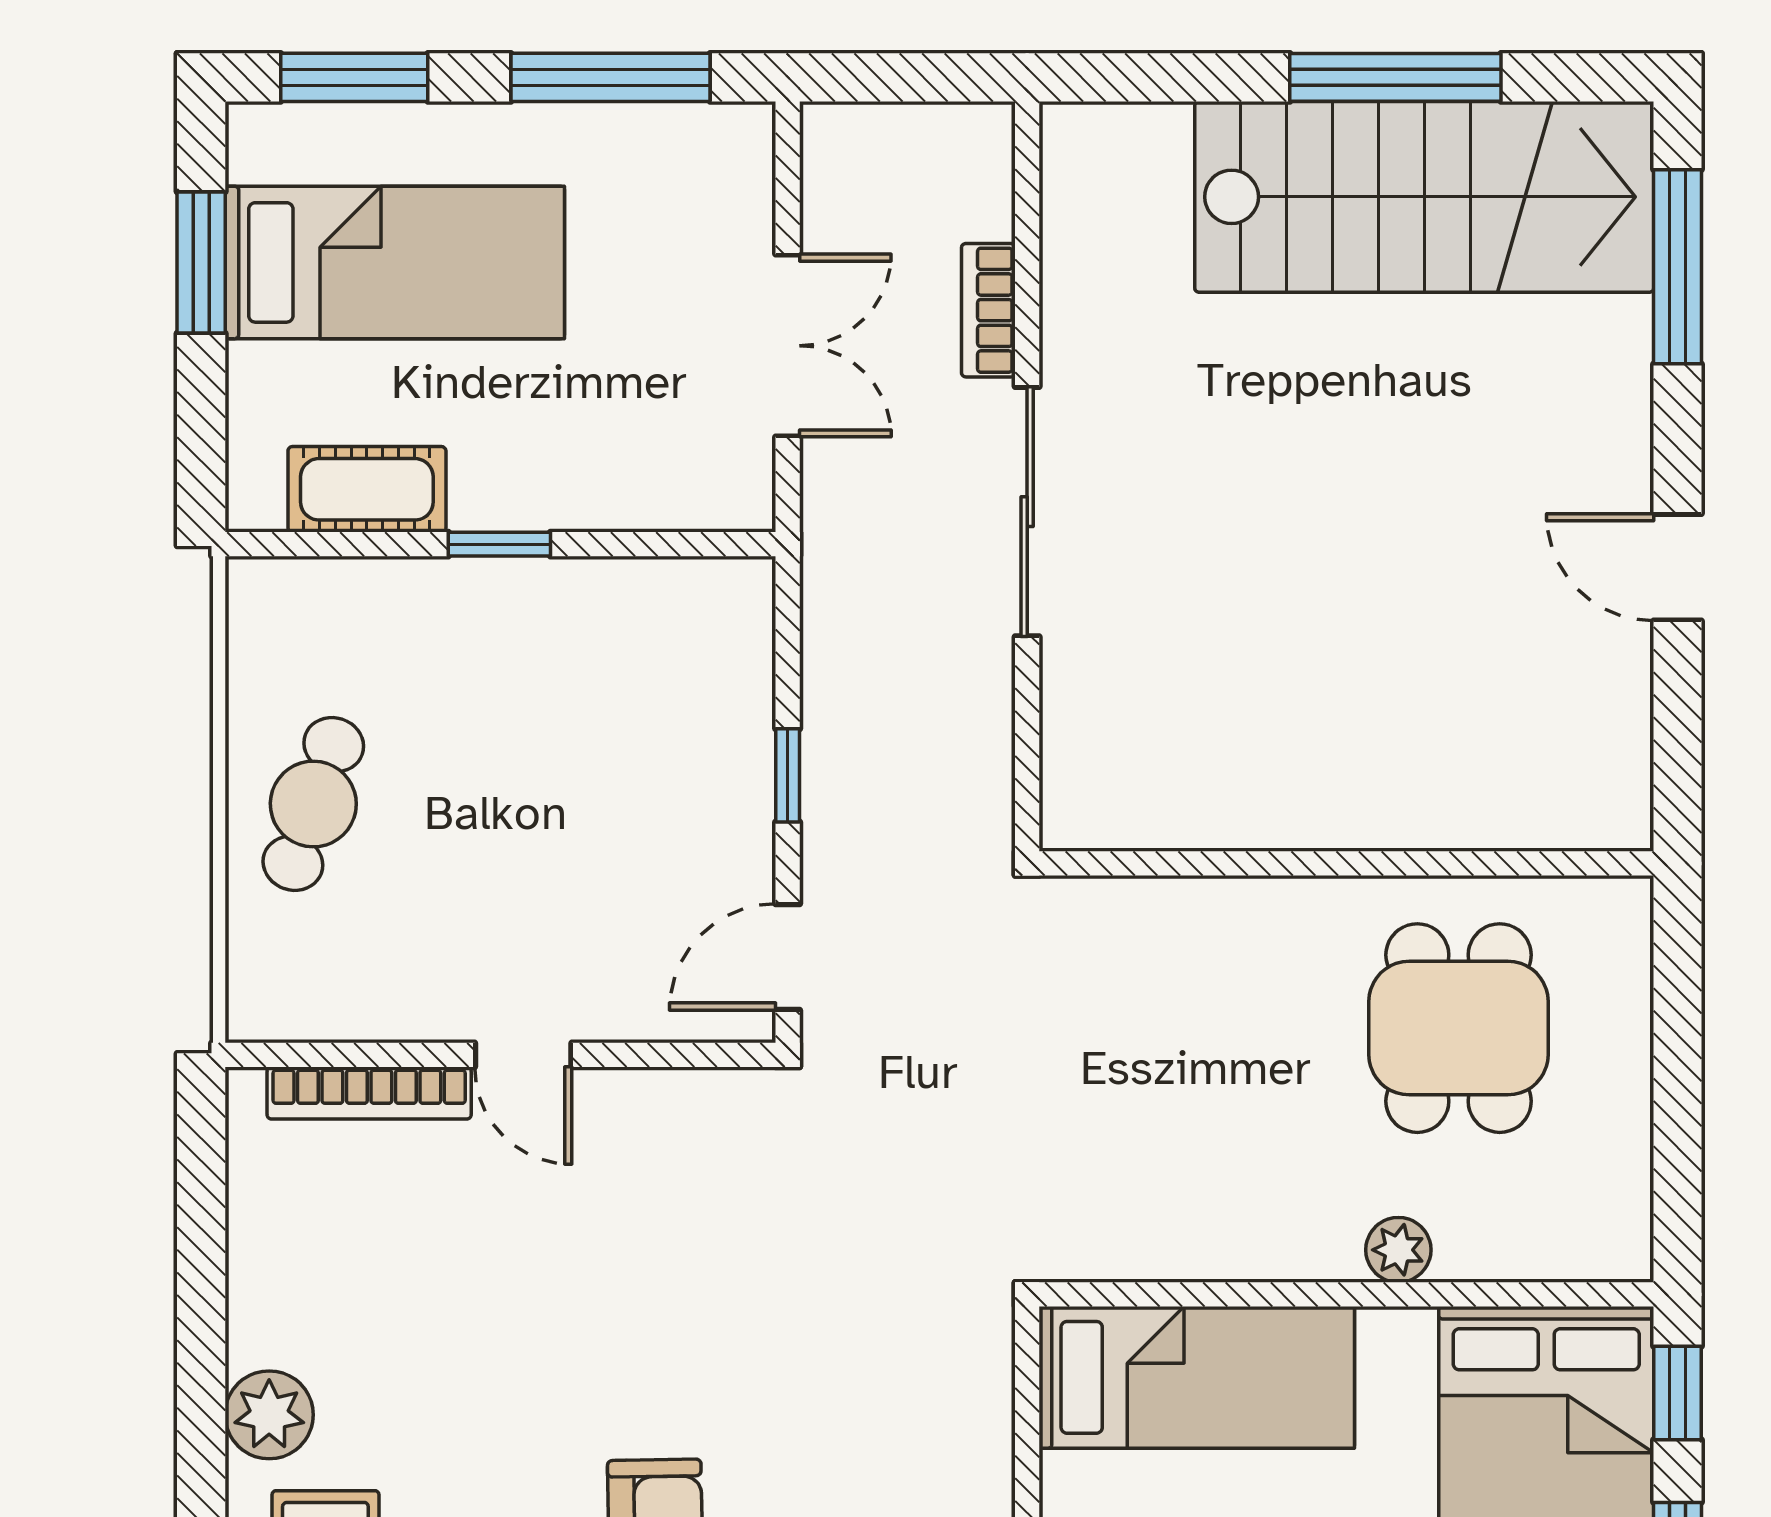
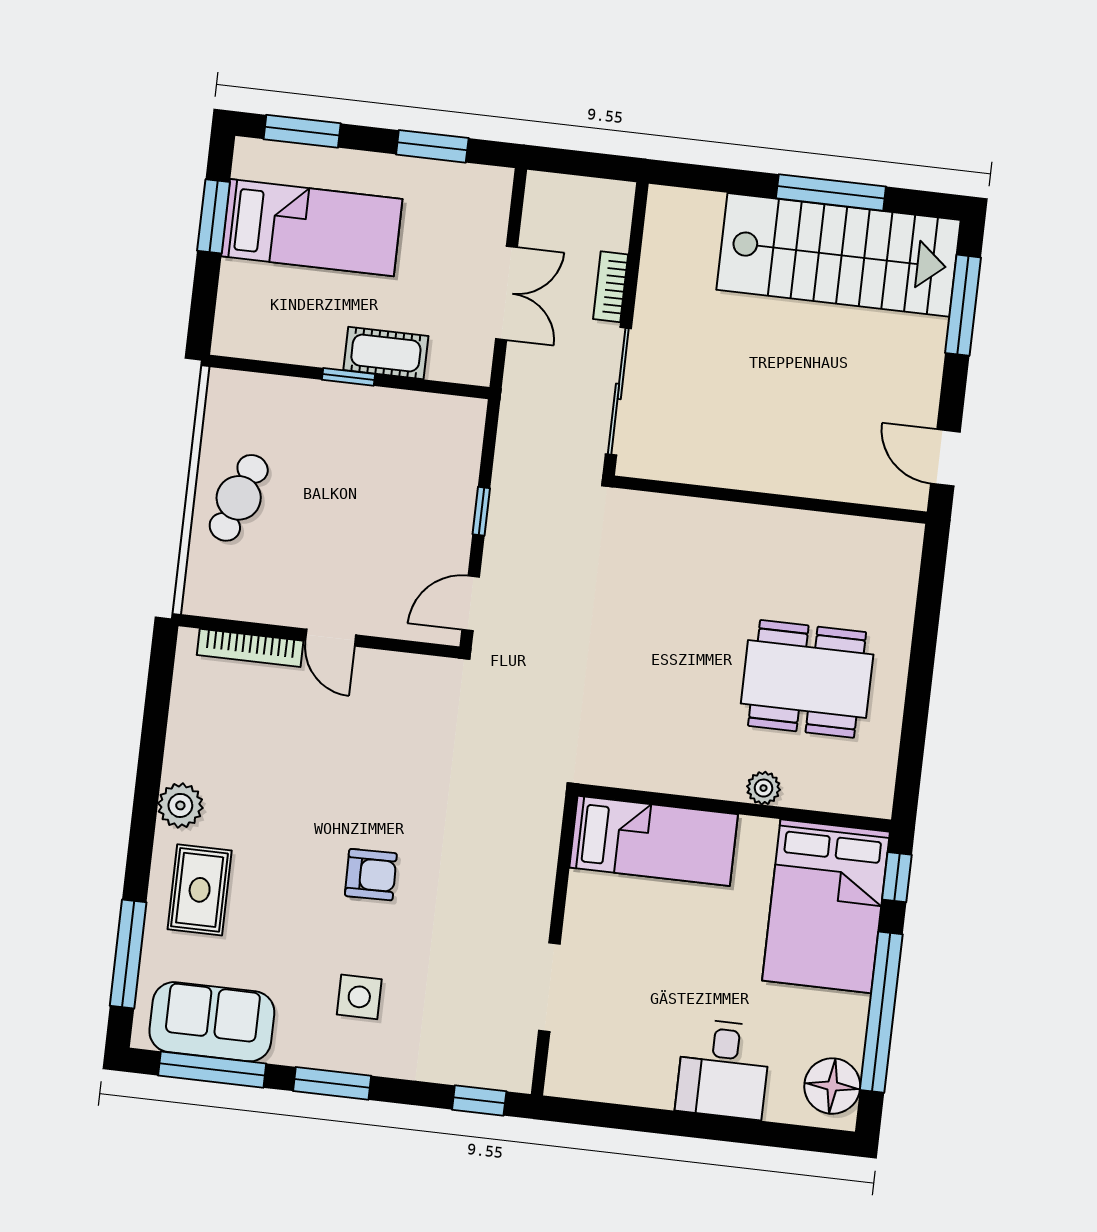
window: (611, 77) -> (432, 146), width x0.69
cot: (367, 489) -> (386, 353), moved
wall: (1346, 863) -> (770, 500), moved
dining table: (1459, 1028) -> (807, 679), width x1.38

